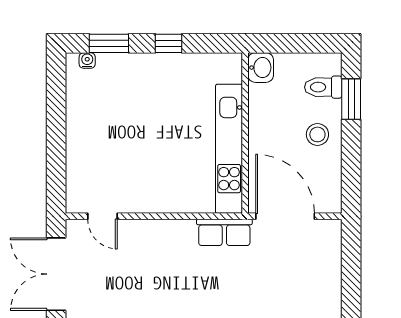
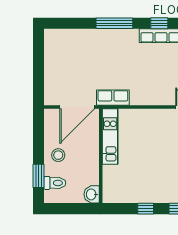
kitchen unit: (229, 149) -> (110, 137), width x0.73
door: (285, 216) -> (77, 107), hinge flipped

